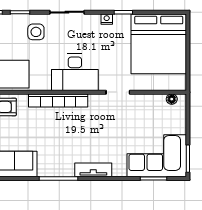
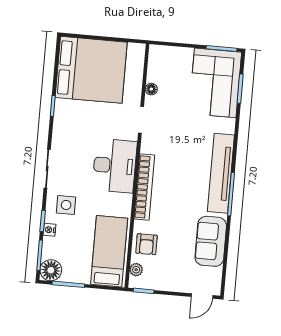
nightstand: (107, 19) -> (49, 230), moved
floor lamp: (172, 99) -> (151, 89), moved
tv unit: (93, 170) -> (221, 173), width x1.92, depth x1.29

